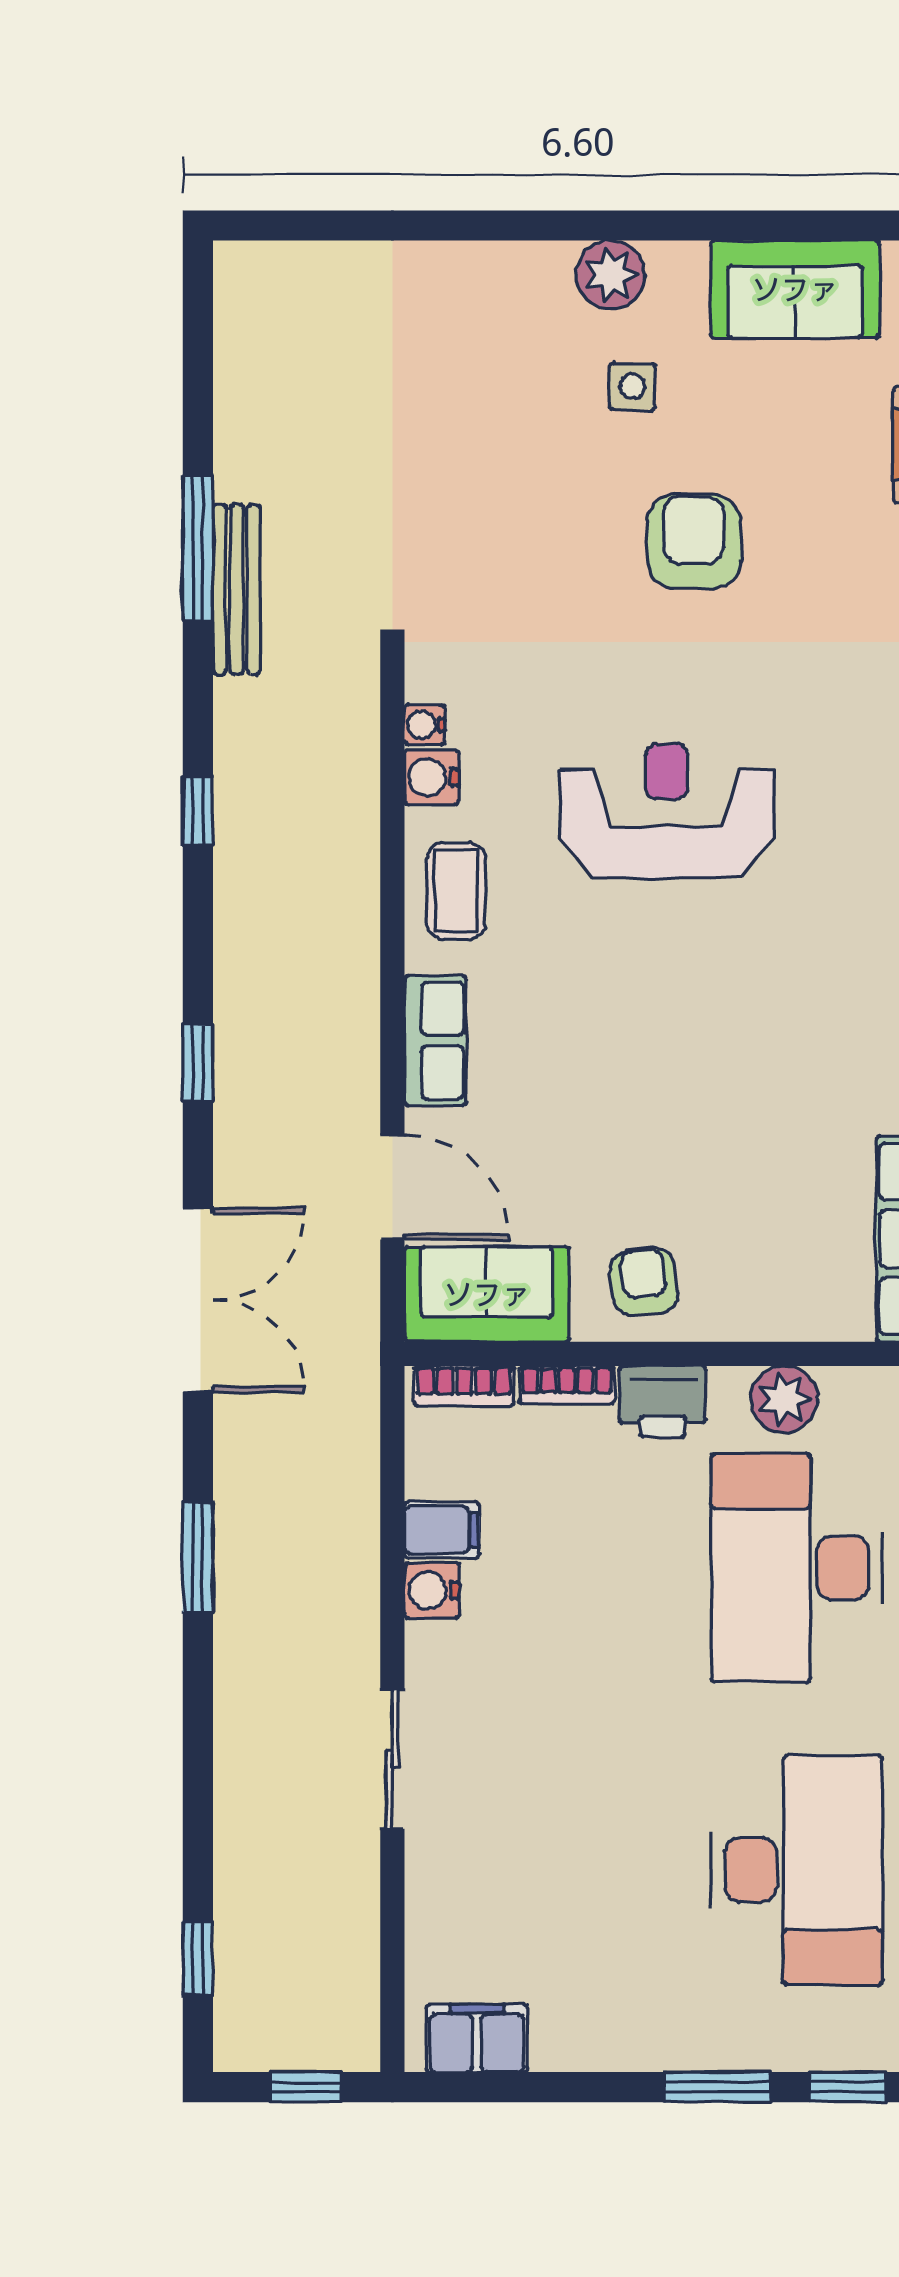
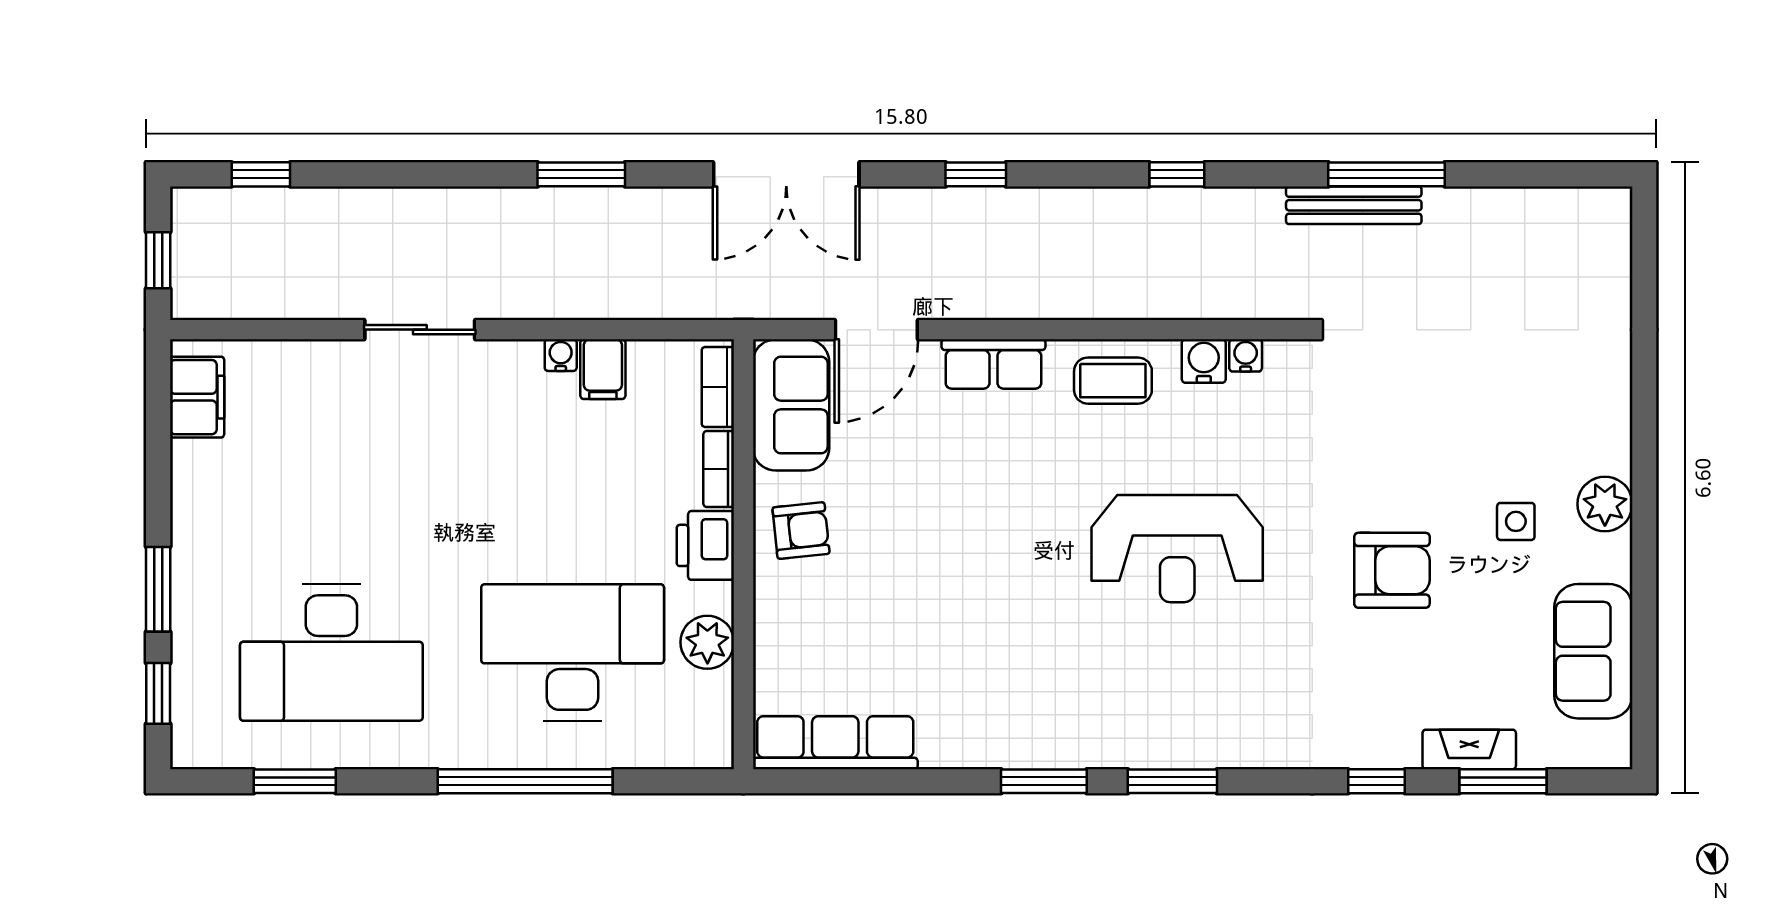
reception desk: (667, 811) -> (1177, 549), turned 90
water cooler: (432, 1590) -> (561, 355), width x0.72, depth x0.72

